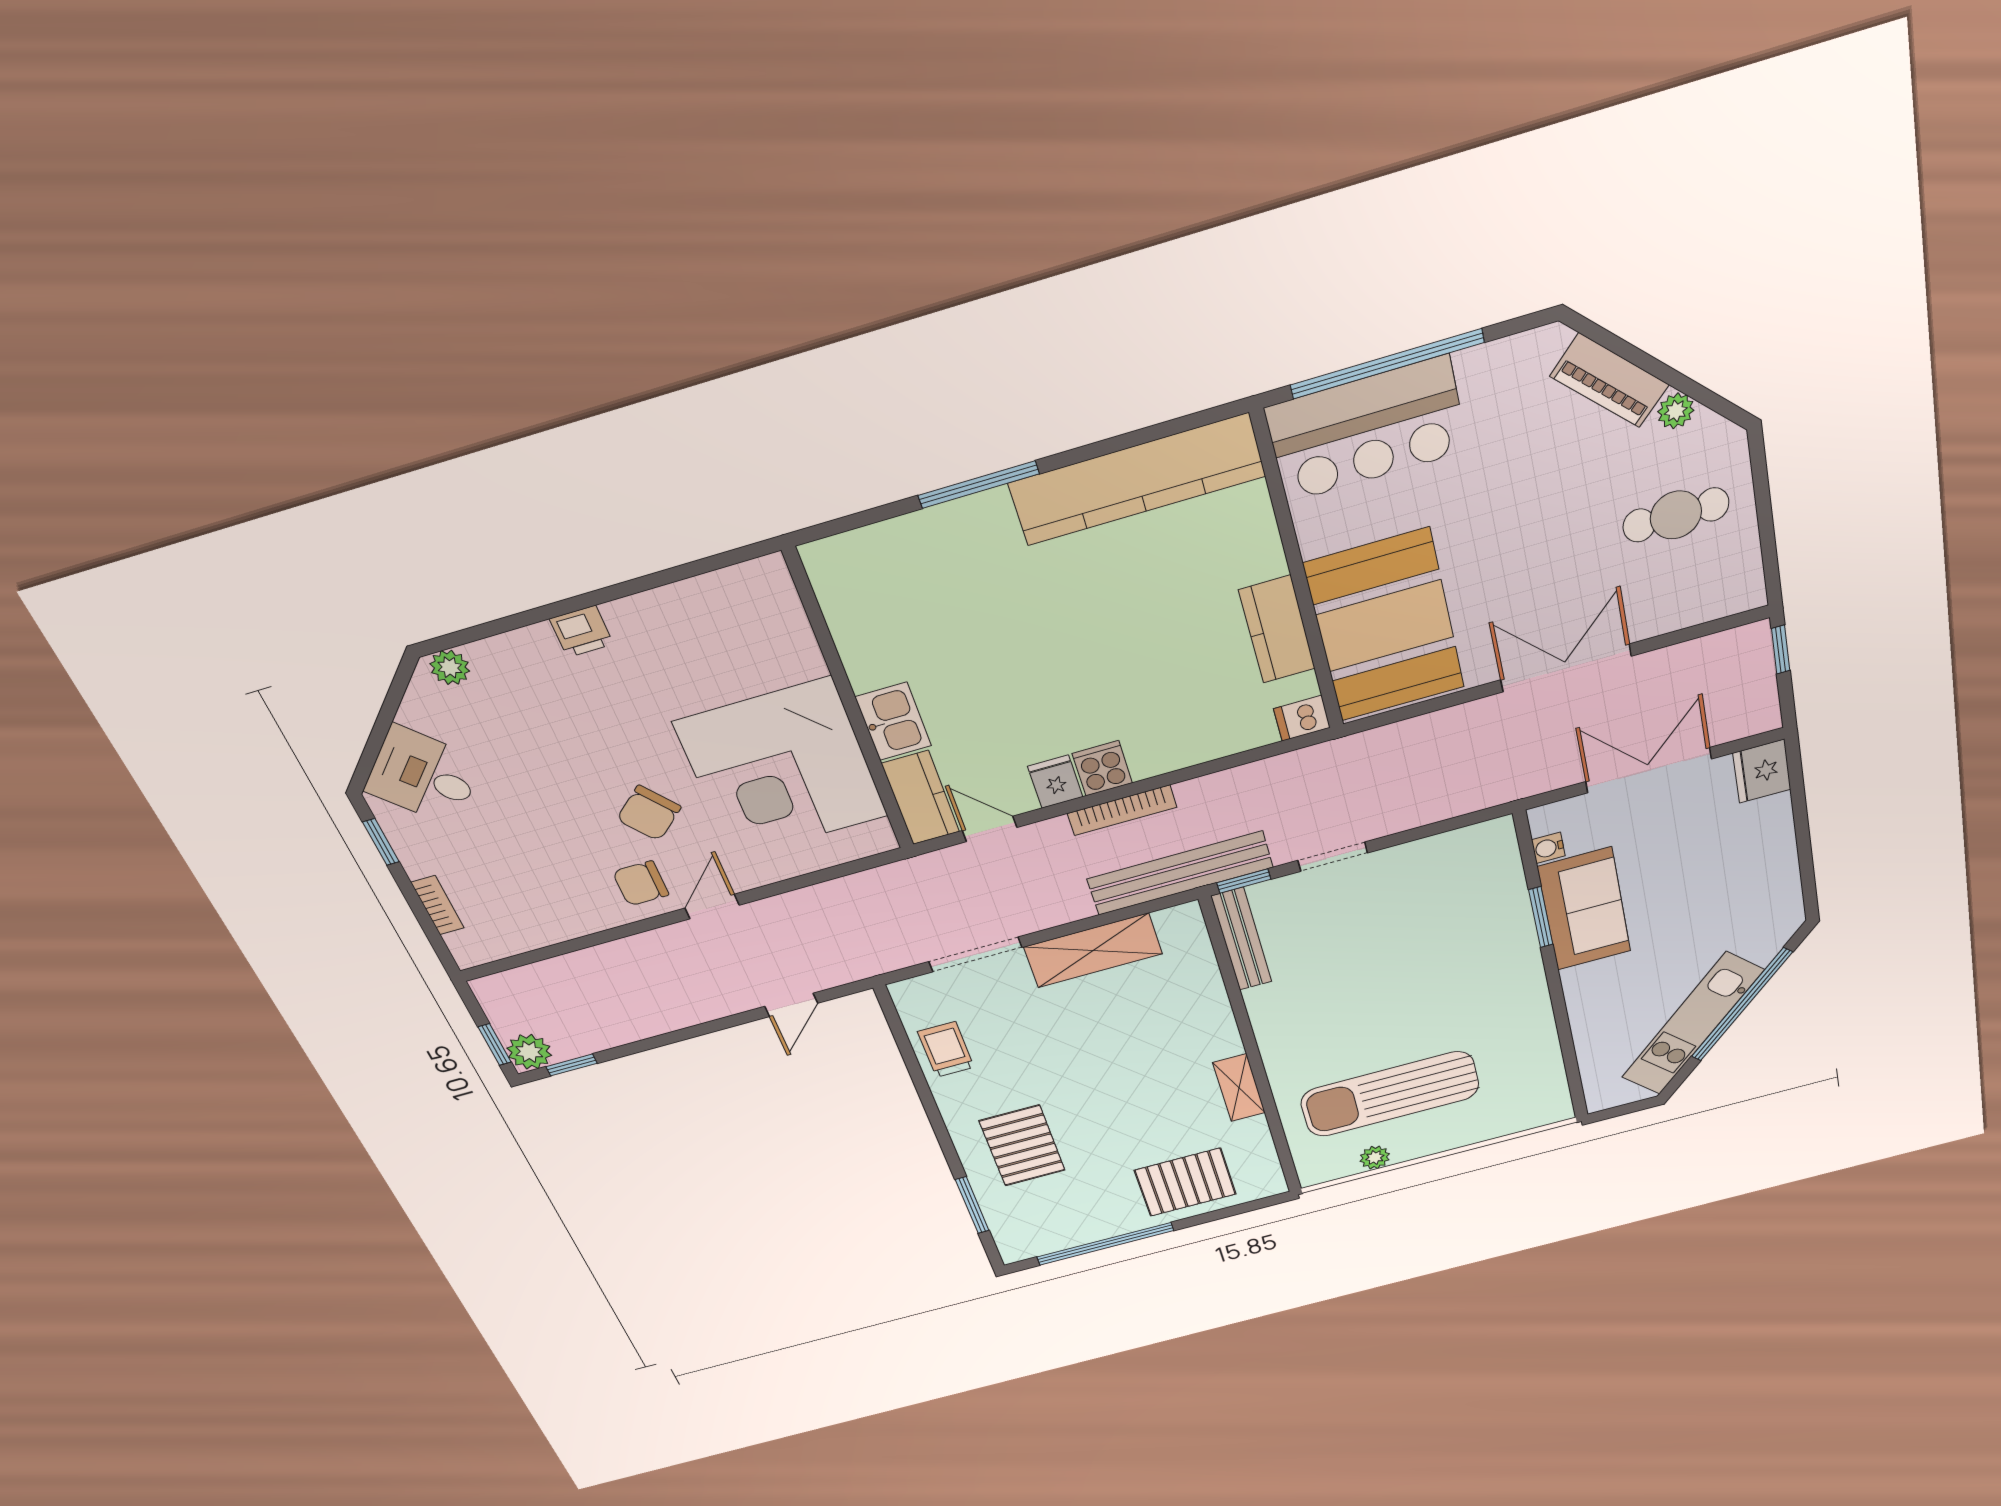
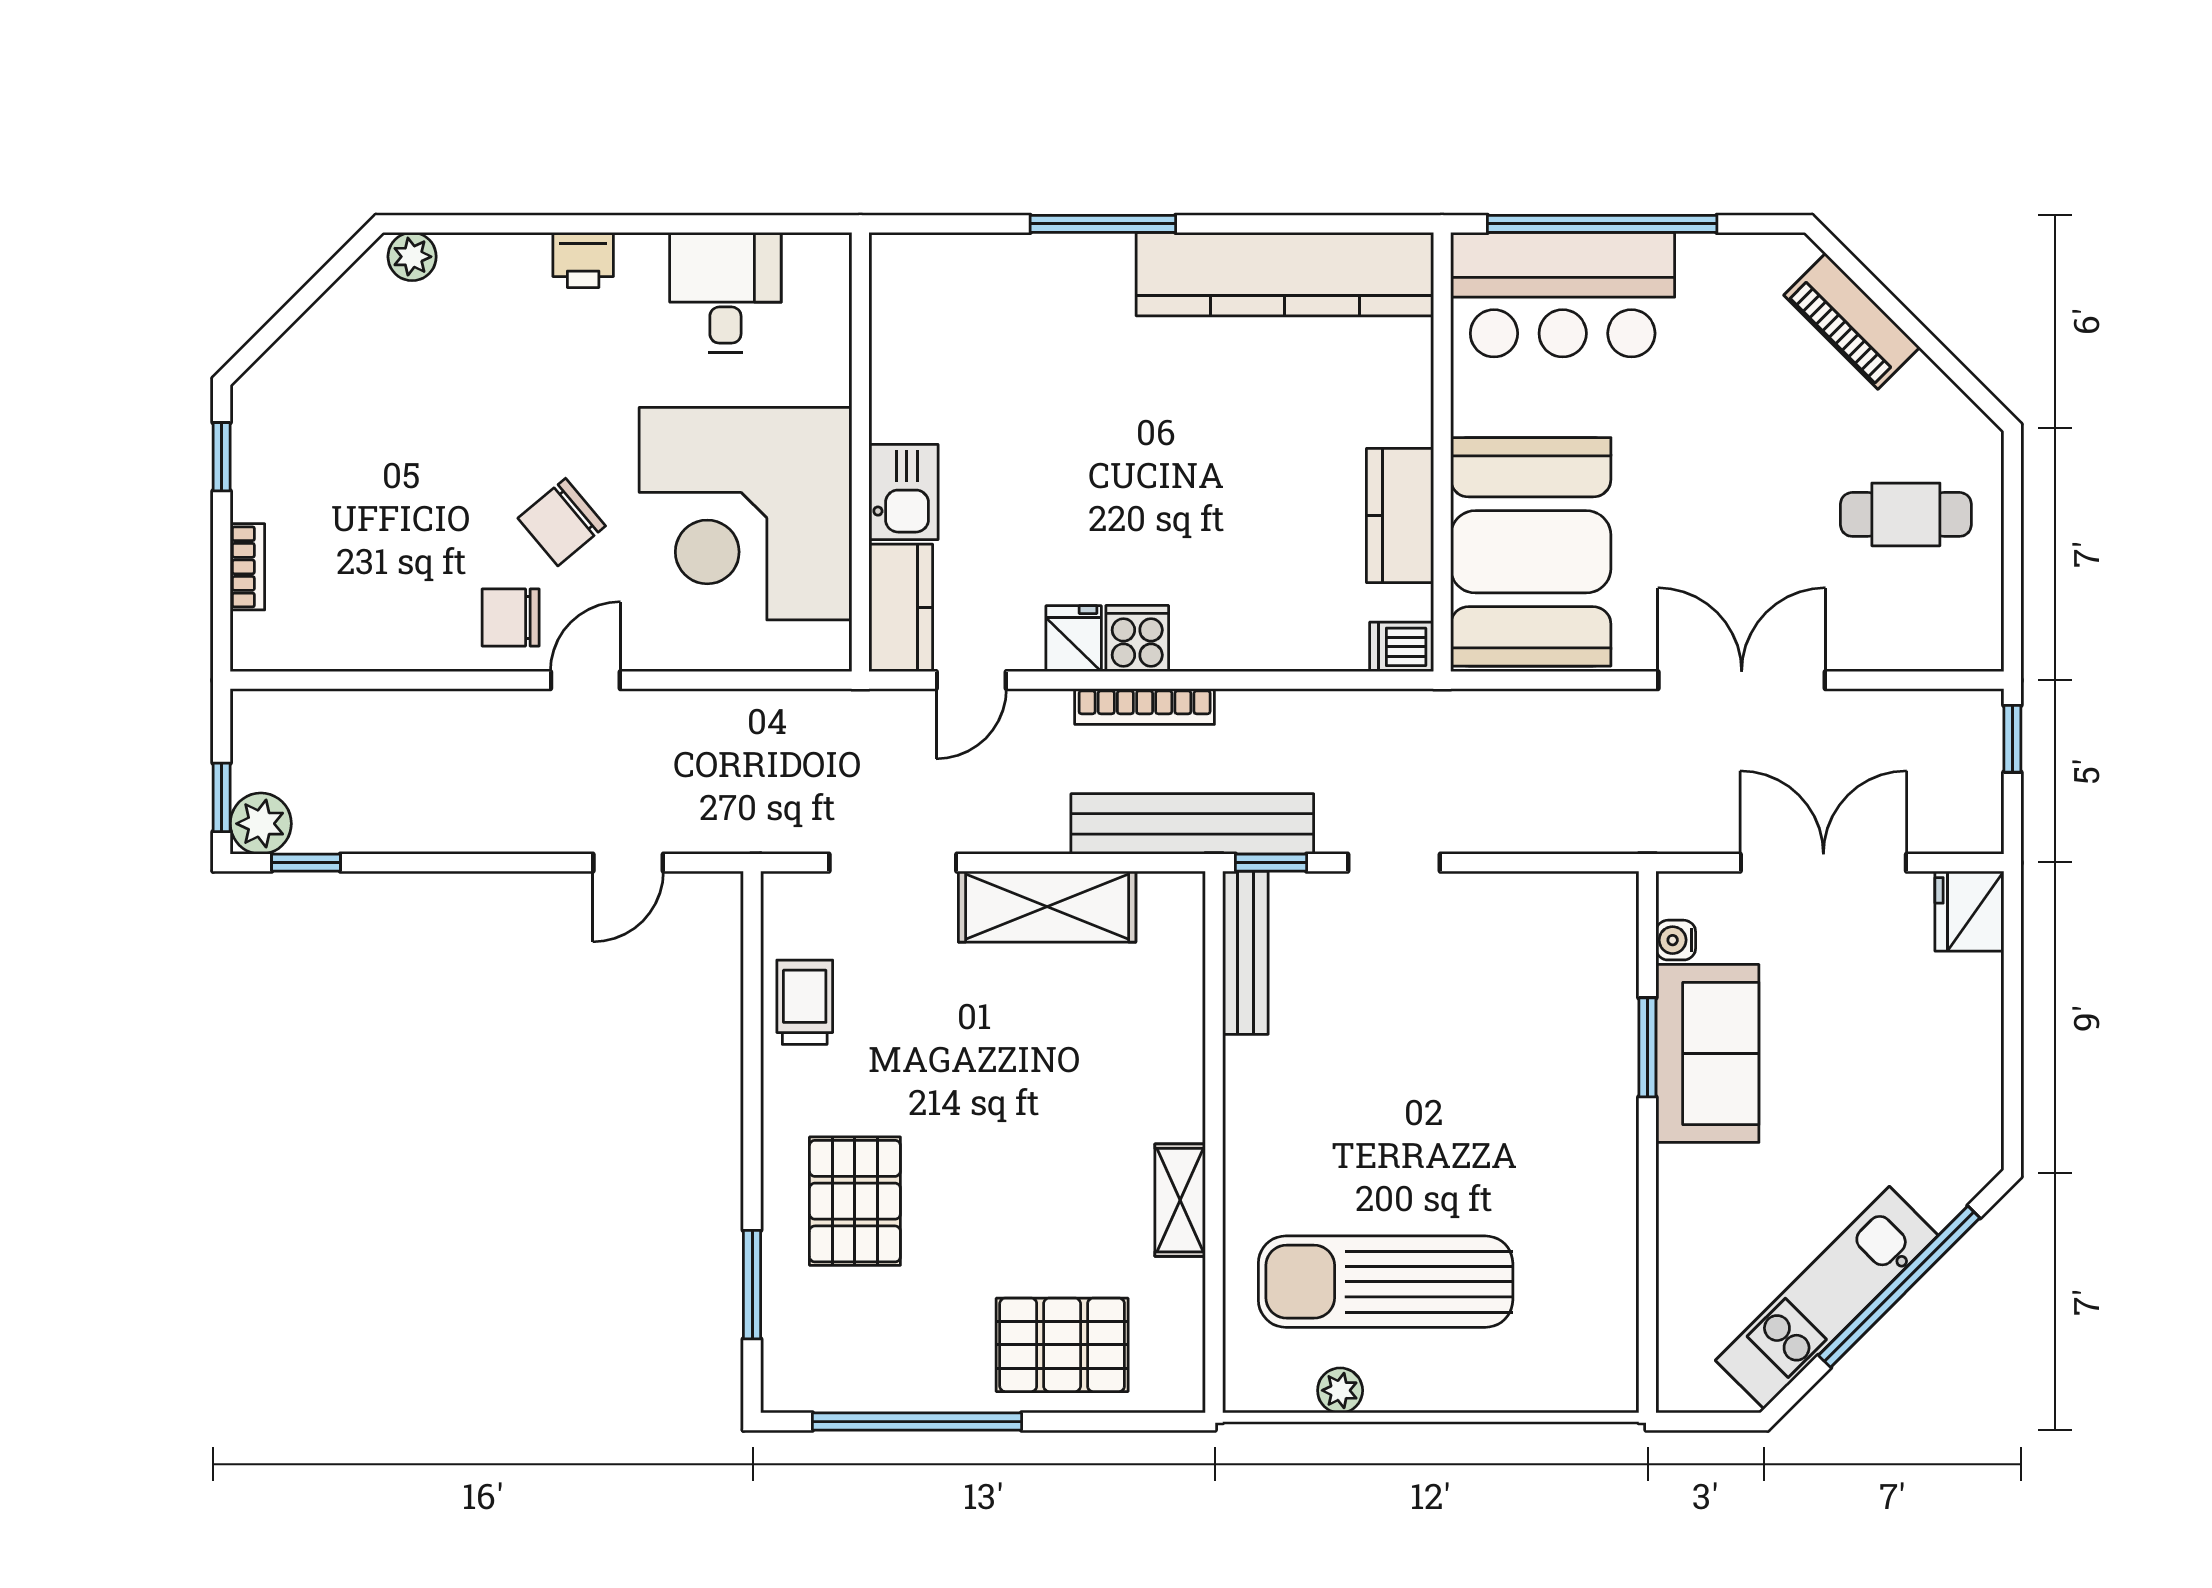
plant: (1676, 411) -> (1923, 382), removed
desk: (424, 776) -> (725, 293), moved, turned 45
door: (990, 829) -> (971, 680), swing flipped

